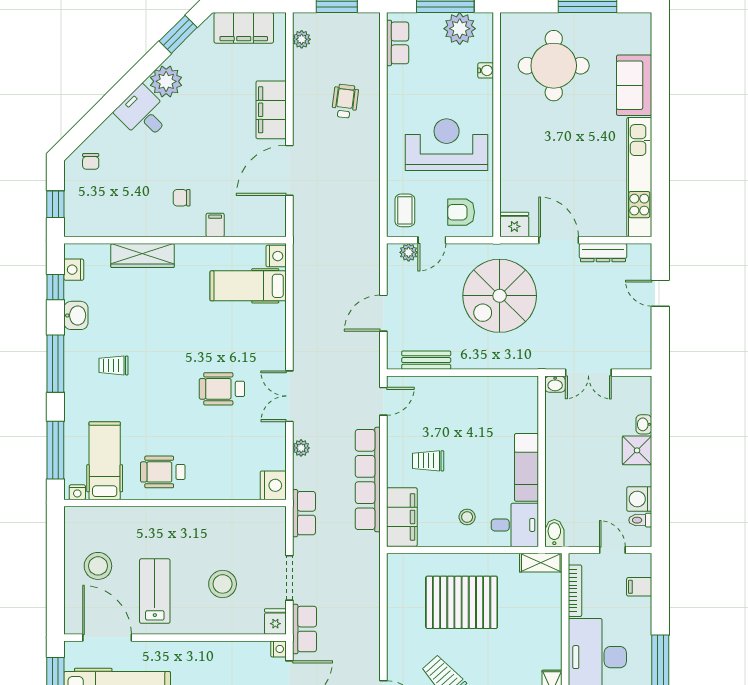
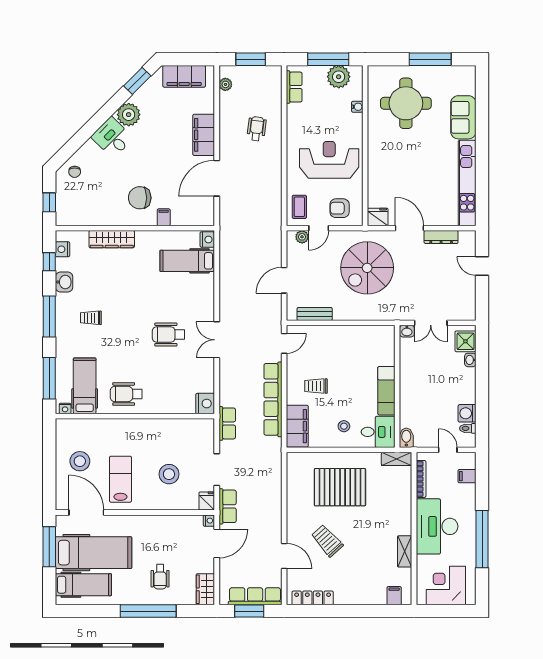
chair: (182, 198) -> (140, 198), width x1.87, depth x1.87
plant: (301, 448) -> (225, 377), removed
shower: (637, 450) -> (465, 341), moved

